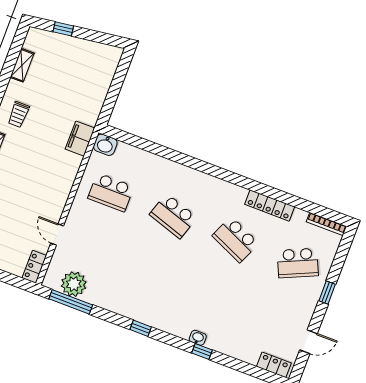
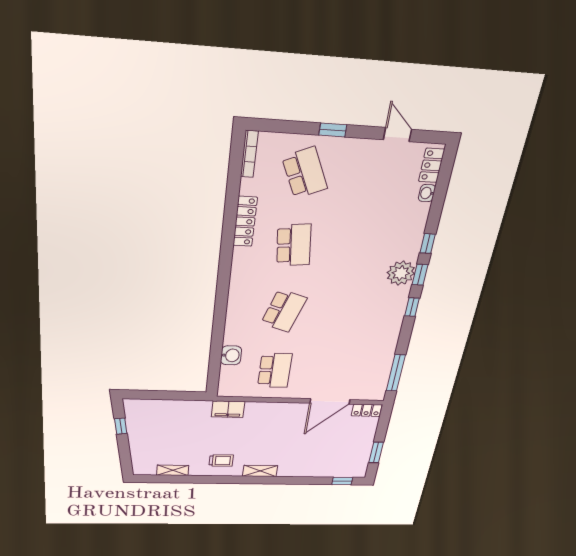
window: (63, 29) -> (121, 426), moved
washbasin: (105, 145) -> (231, 355), moved
door: (57, 234) -> (330, 401), width x1.88
school desk: (236, 239) -> (294, 245), turned -30
plant: (74, 284) -> (401, 273), moved
washbasin: (198, 338) -> (427, 193), moved
window: (173, 340) -> (420, 275), added

